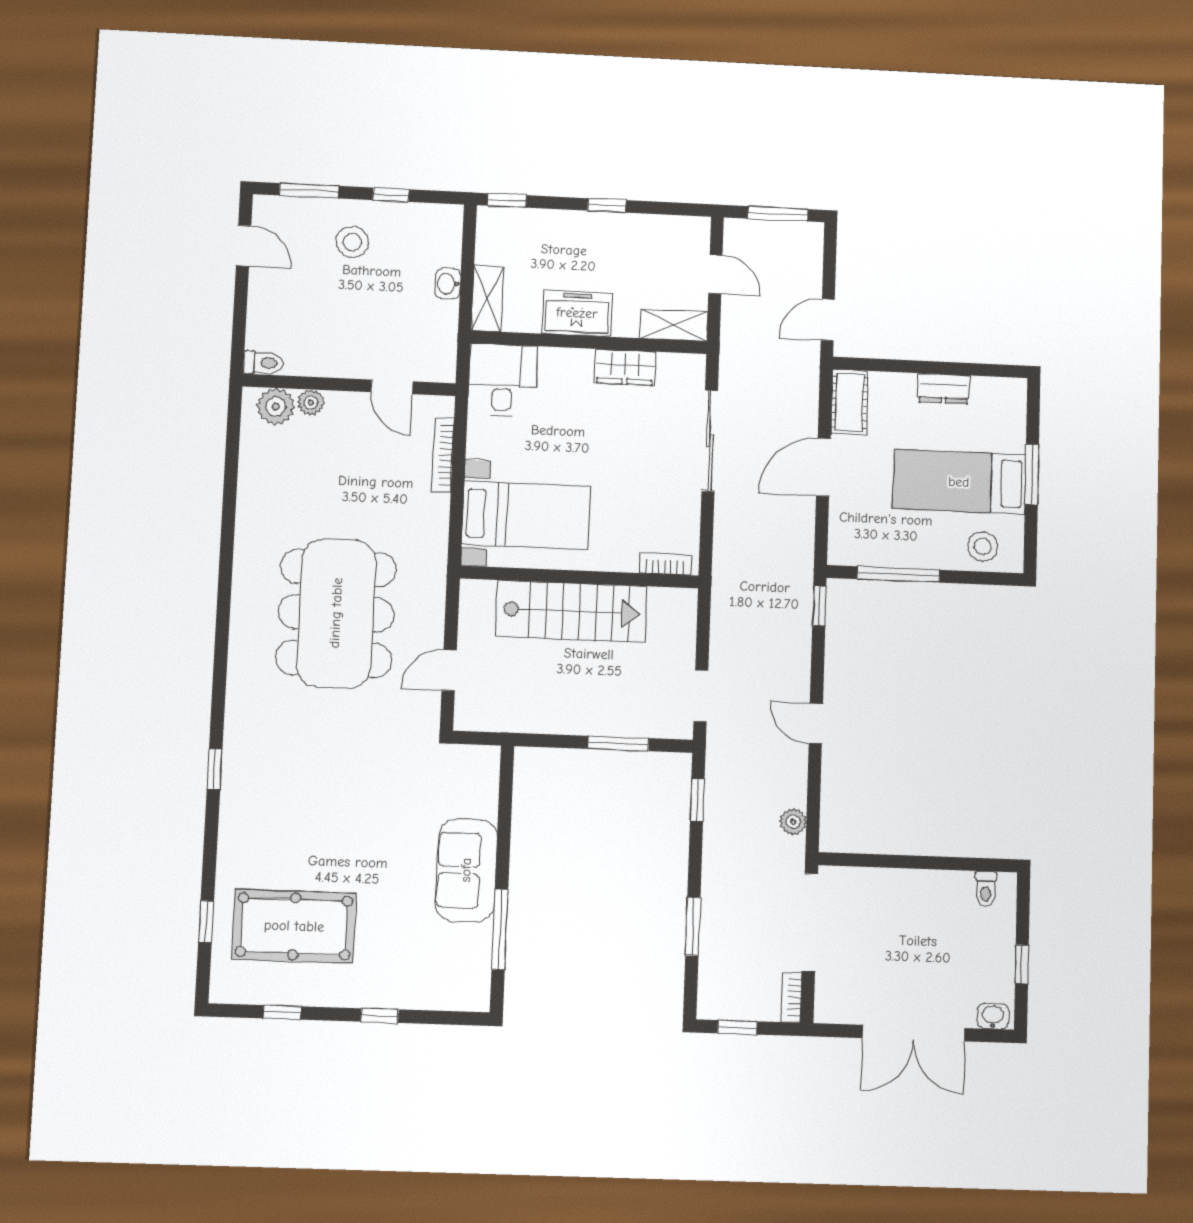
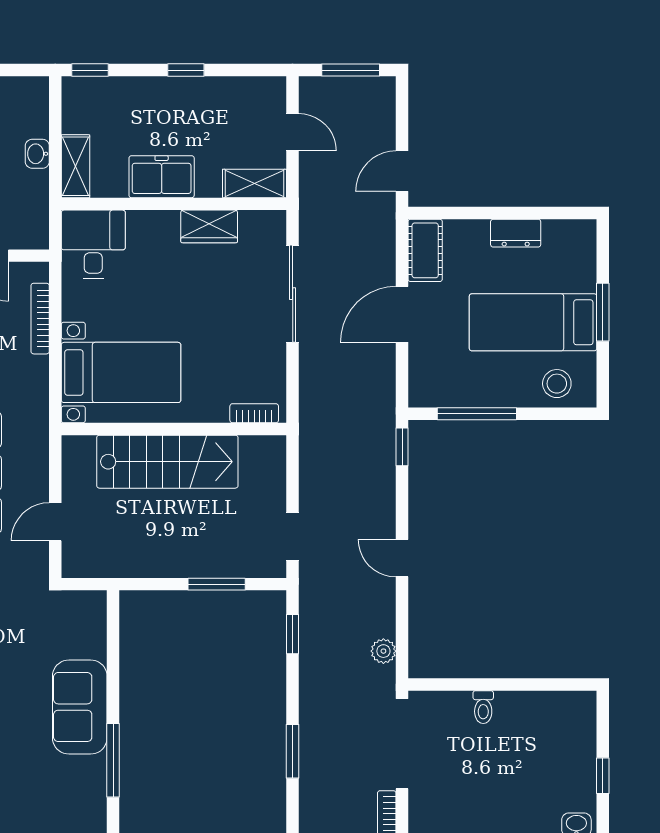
toilet: (986, 889) -> (483, 707), moved

